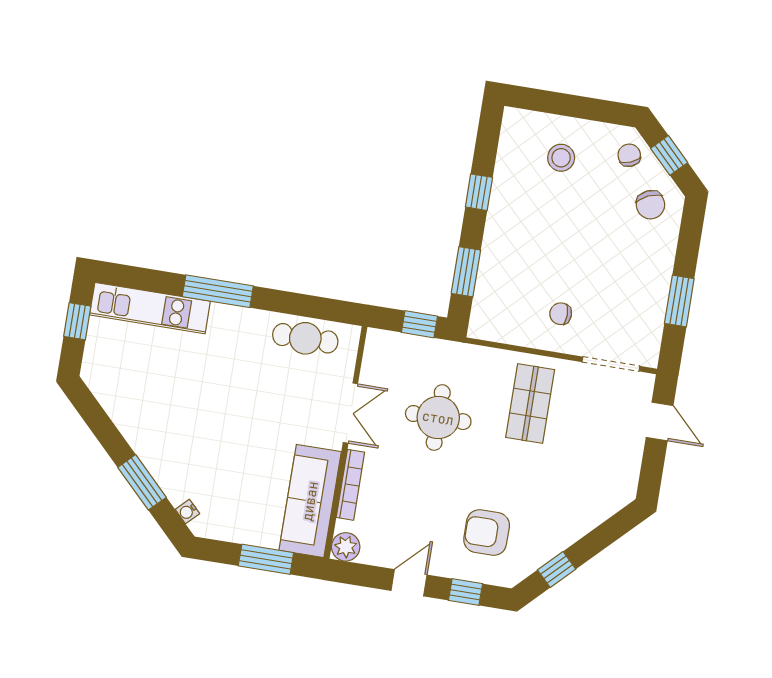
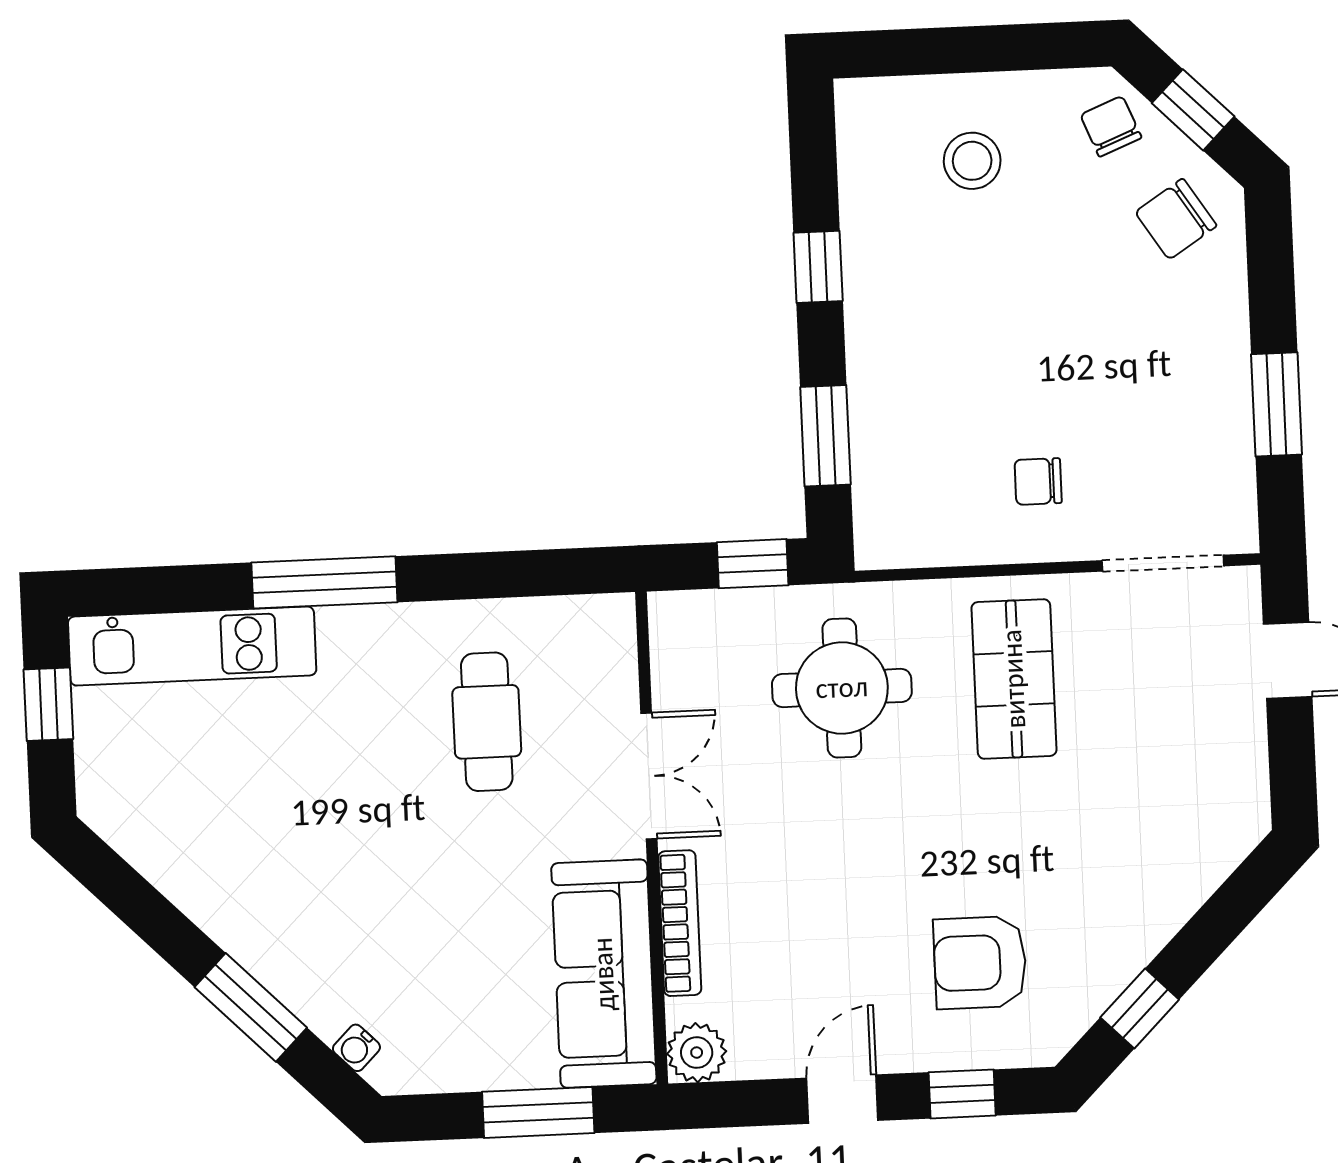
chair: (650, 205) -> (1176, 219), turned 81
cafe table: (305, 338) -> (487, 722), moved, turned 90
round table: (438, 418) -> (842, 688), moved

